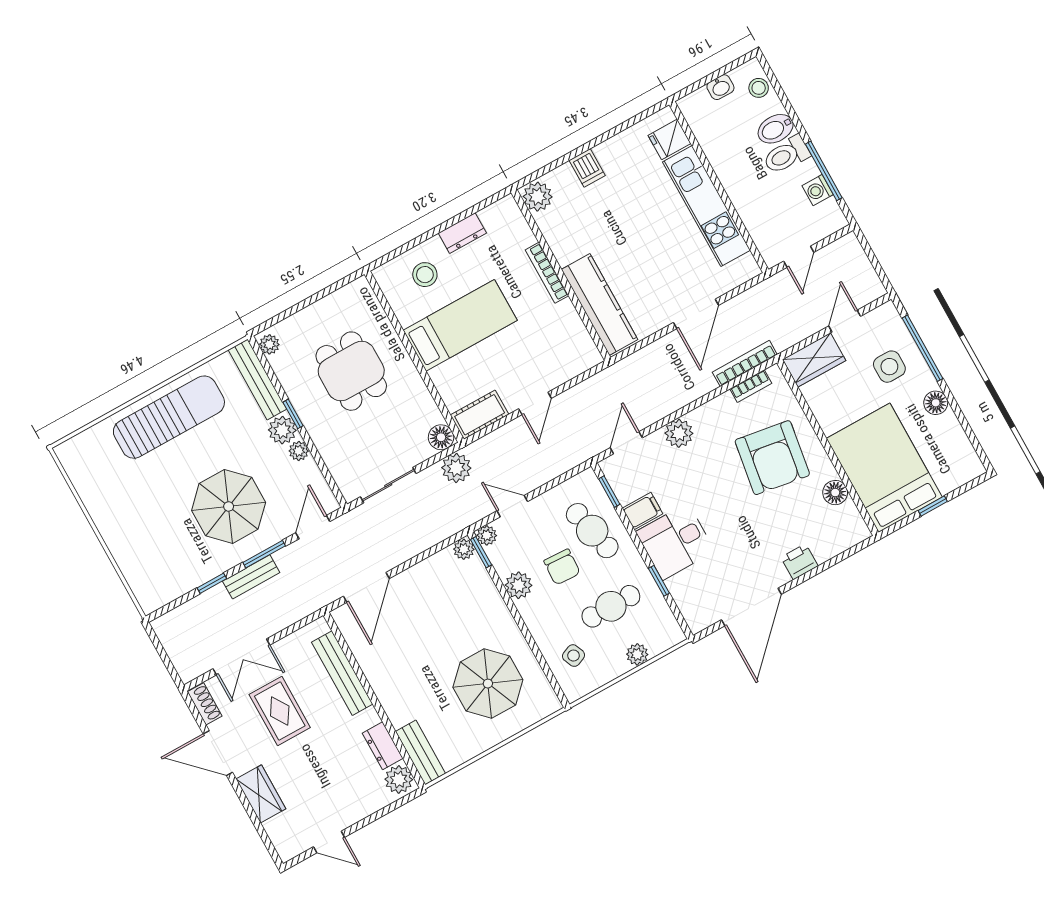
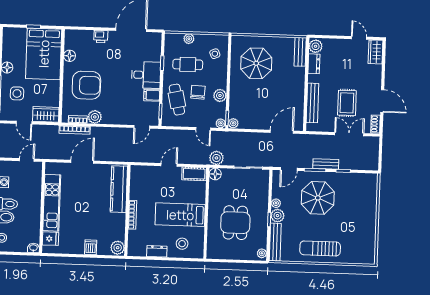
washbasin: (720, 87) -> (33, 248), moved
door: (845, 321) -> (24, 123), hinge flipped
sun lounger: (169, 417) -> (320, 248), width x0.73, depth x0.75
plant: (679, 433) -> (95, 117), moved
armchair: (772, 458) -> (86, 85), turned 81
wardrobe: (261, 794) -> (376, 52), moved

